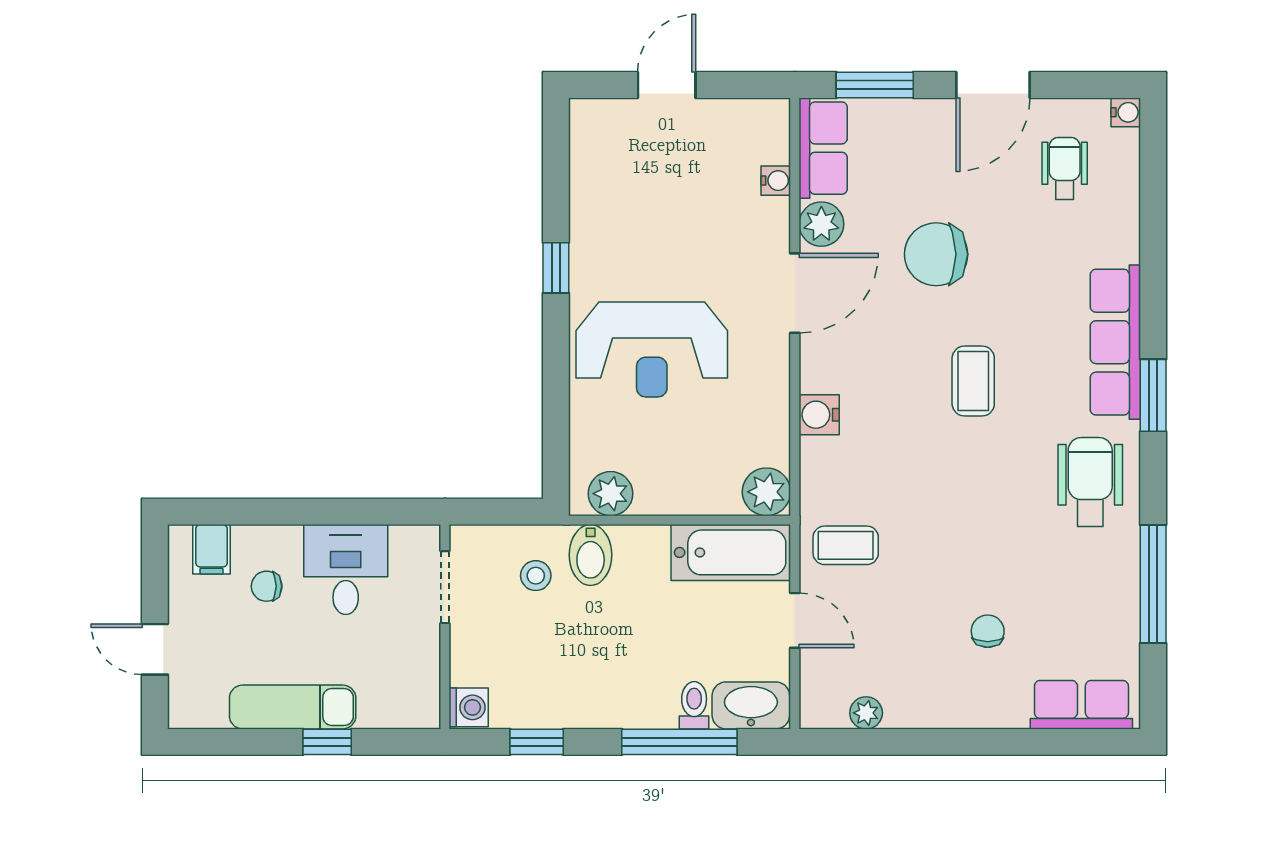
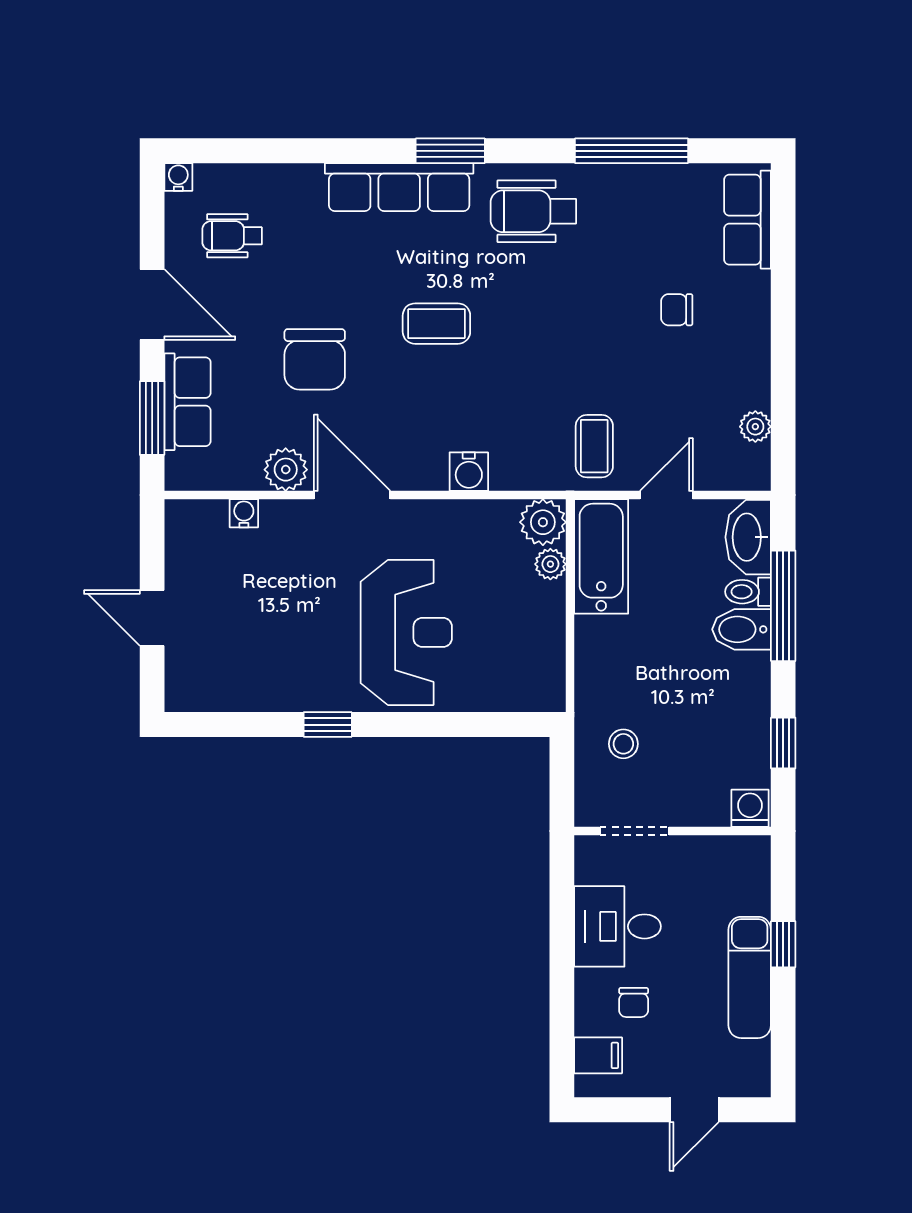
row of seats: (823, 148) -> (187, 402), moved, turned 90
plant: (611, 494) -> (550, 564), moved, width x0.73, depth x0.73
bidet: (591, 555) -> (741, 629), moved, turned 180

